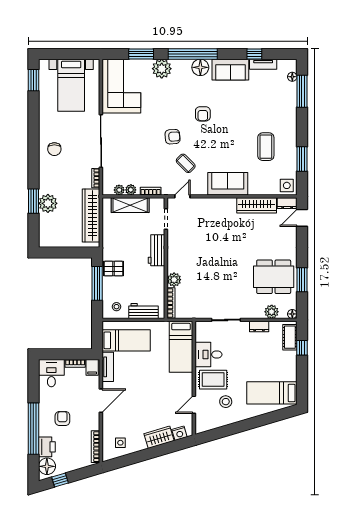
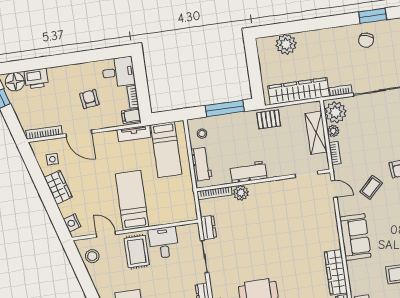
chair: (54, 149) -> (366, 40), turned -73
plant: (119, 190) -> (336, 112), width x1.88, depth x1.88
window: (33, 201) -> (373, 16), moved
plant: (48, 203) -> (286, 44), moved
workbench: (156, 250) -> (248, 172), moved
pallet: (114, 269) -> (269, 119), moved, turned 90
dresser: (201, 313) -> (208, 227), added
bed: (181, 347) -> (132, 200), moved, turned 90
door: (101, 401) -> (79, 134), moved
stool: (226, 402) -> (92, 256), moved
armchair: (62, 419) -> (89, 99), moved, turned -97
window: (33, 429) -> (54, 61), removed
wardrobe: (159, 437) -> (58, 187), moved

